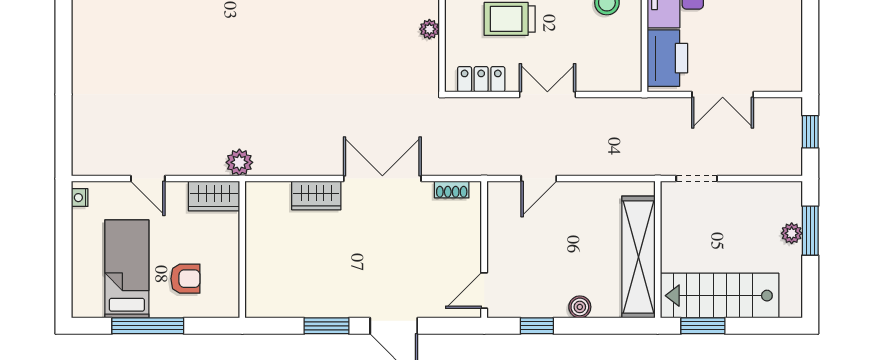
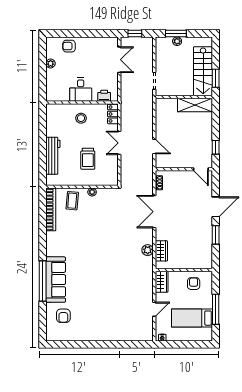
printer: (667, 58) -> (104, 96), width x0.53, depth x0.68
locker: (481, 79) -> (113, 114), moved
double door: (723, 94) -> (119, 60), moved
plant: (239, 162) -> (148, 250), moved
wardrobe: (316, 196) -> (161, 251), moved
shelving: (638, 257) -> (195, 105), width x0.68
armchair: (185, 279) -> (194, 284), moved
boiler: (580, 307) -> (208, 129), removed

